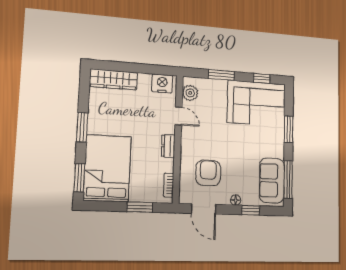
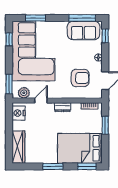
window: (221, 75) -> (9, 84), moved
corner sofa: (257, 103) -> (33, 51), width x1.36, depth x1.36
window: (289, 129) -> (35, 18), moved
armchair: (208, 173) -> (80, 78), turned 180
window: (251, 210) -> (105, 36), moved

